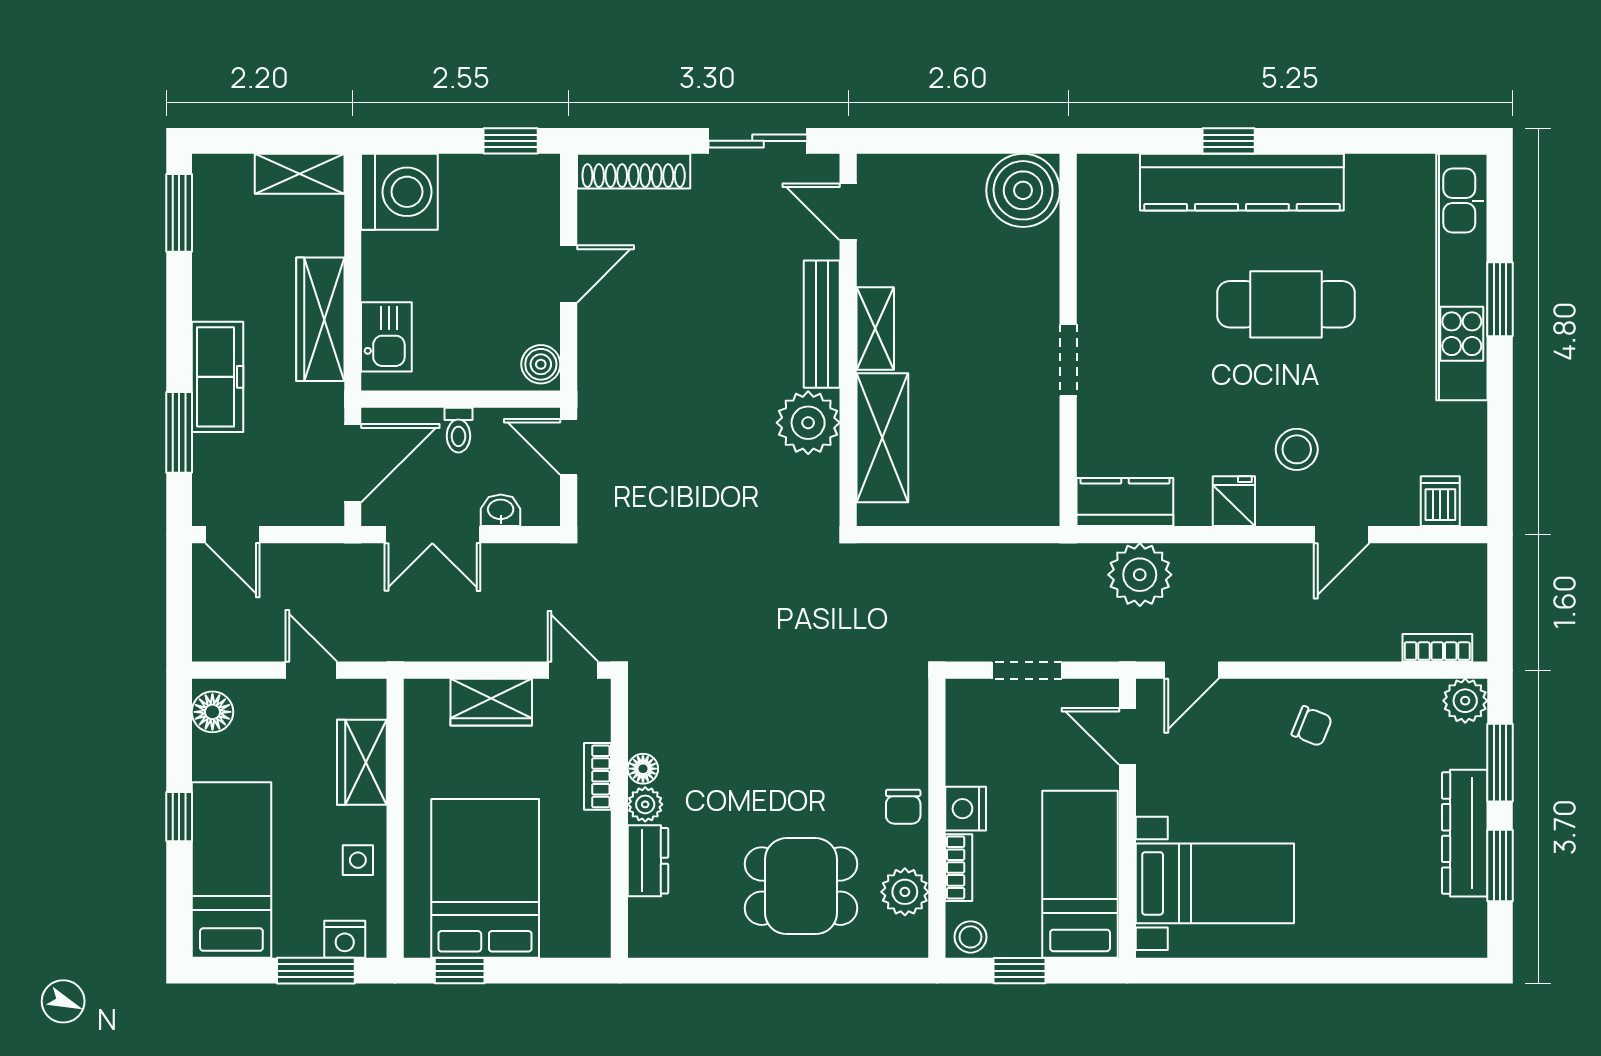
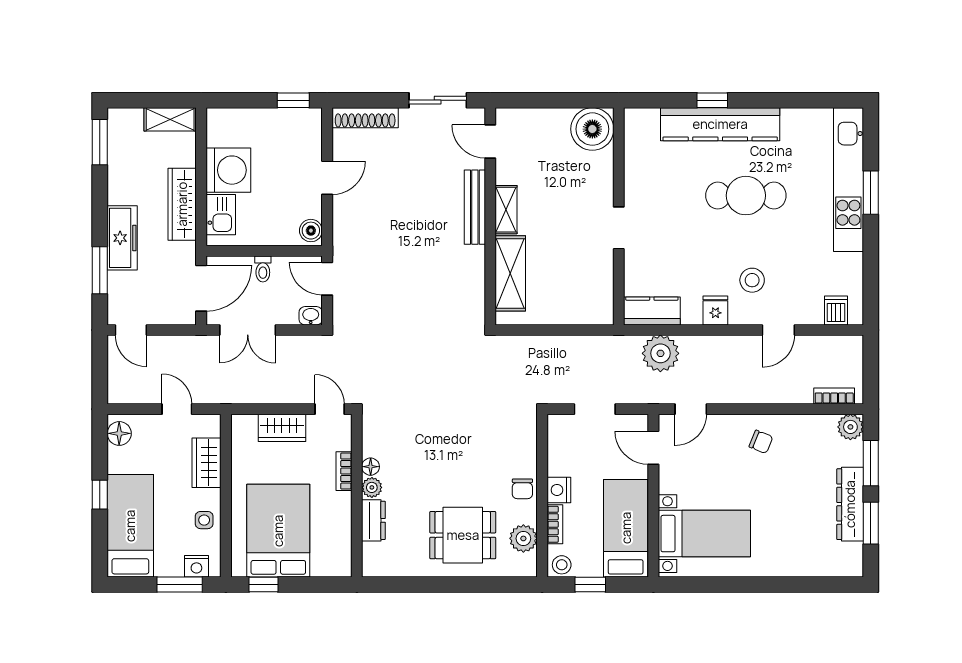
washing machine: (399, 192) -> (228, 170), moved
plant: (808, 423) -> (467, 265), removed
washbasin: (501, 510) -> (311, 316), moved

